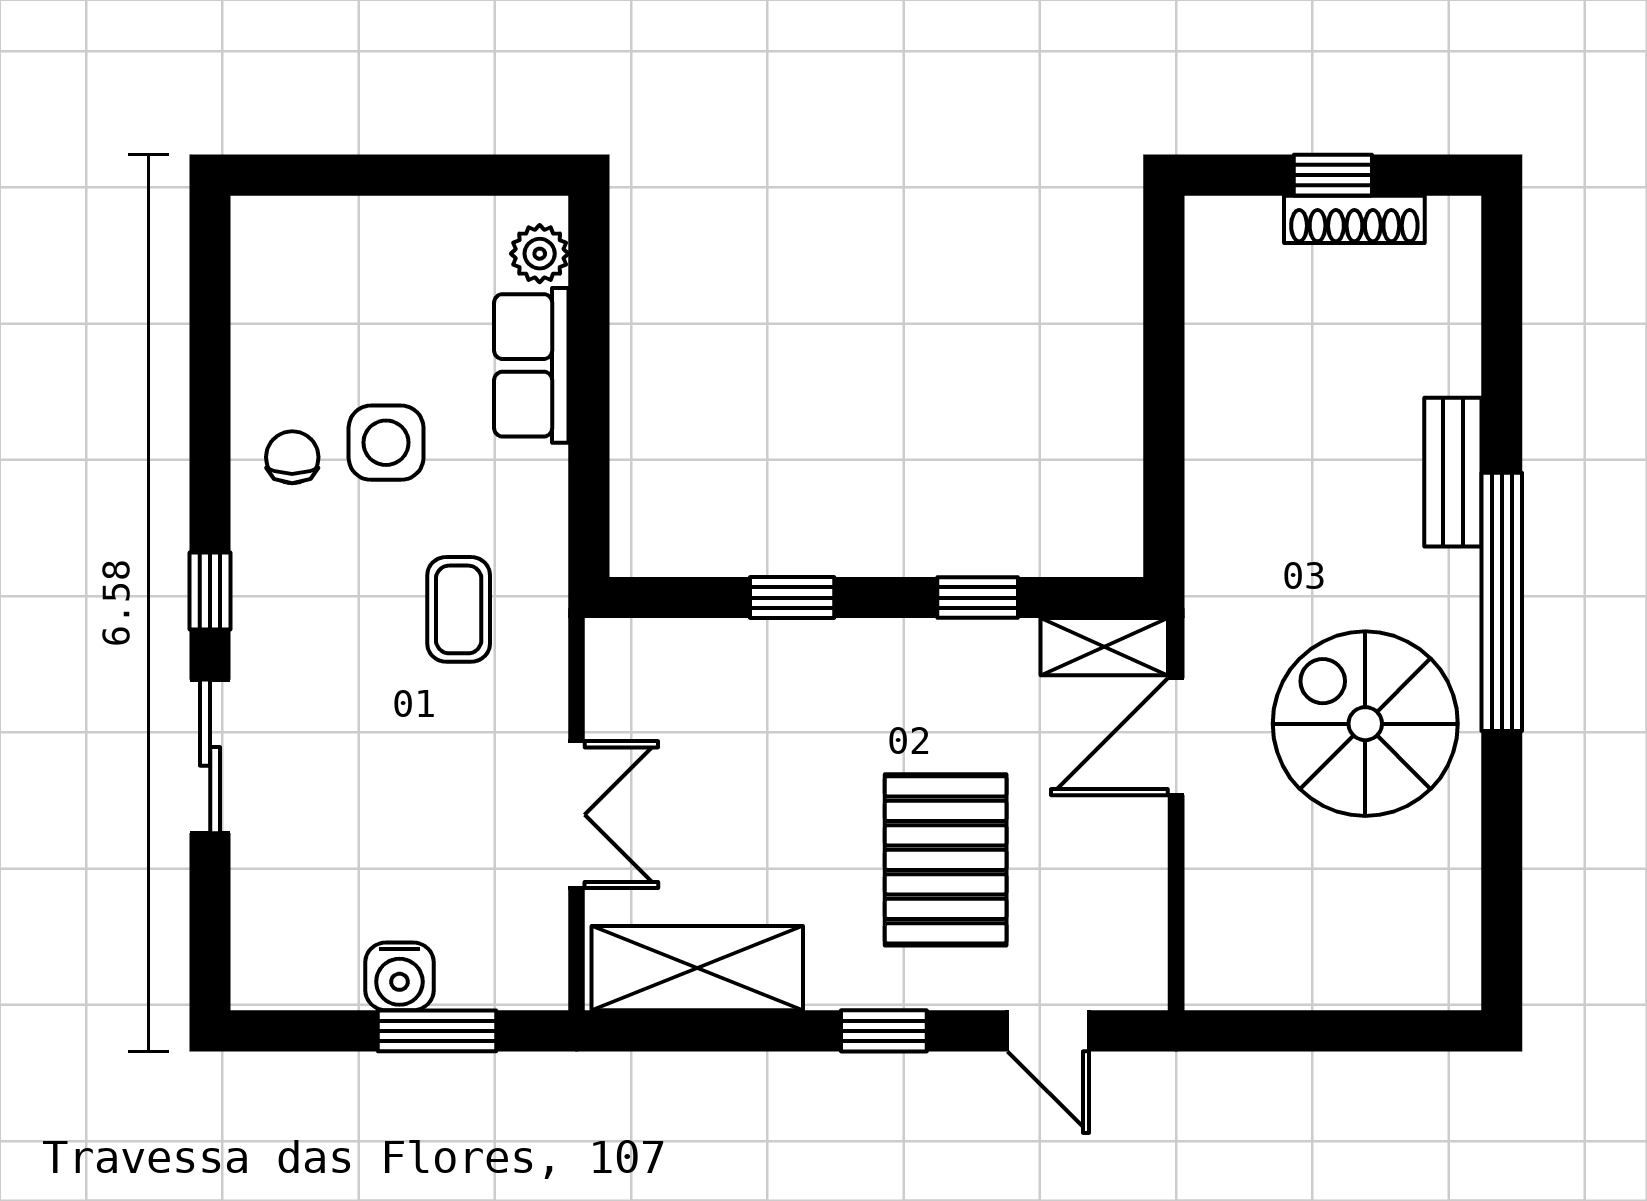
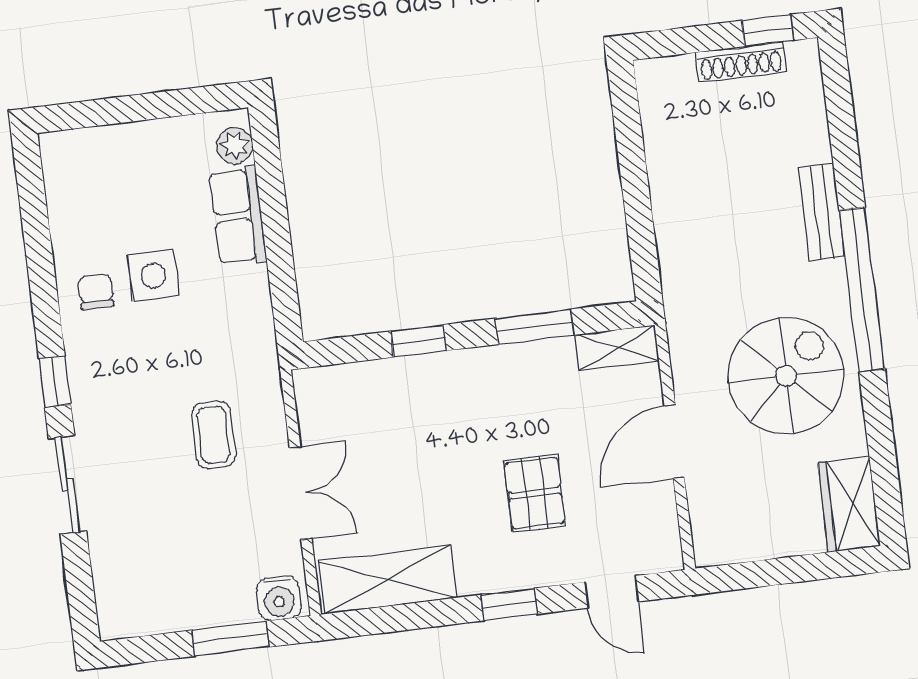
window: (1333, 175) -> (768, 30), moved
window: (978, 598) -> (534, 327), width x1.50
coffee table: (459, 609) -> (214, 435), moved
spiral stairs: (1365, 724) -> (786, 376), turned 90
door: (1176, 737) -> (674, 442), moved
pallet: (946, 860) -> (535, 493), width x0.67, depth x0.71
wardrobe: (1440, 939) -> (849, 504), added
water cooler: (399, 976) -> (279, 598), moved

